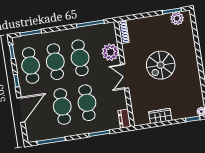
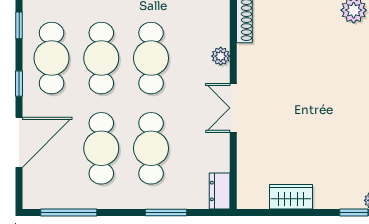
plant: (110, 52) -> (221, 56), width x0.53, depth x0.53
spiral stairs: (161, 65) -> (307, 97), removed

